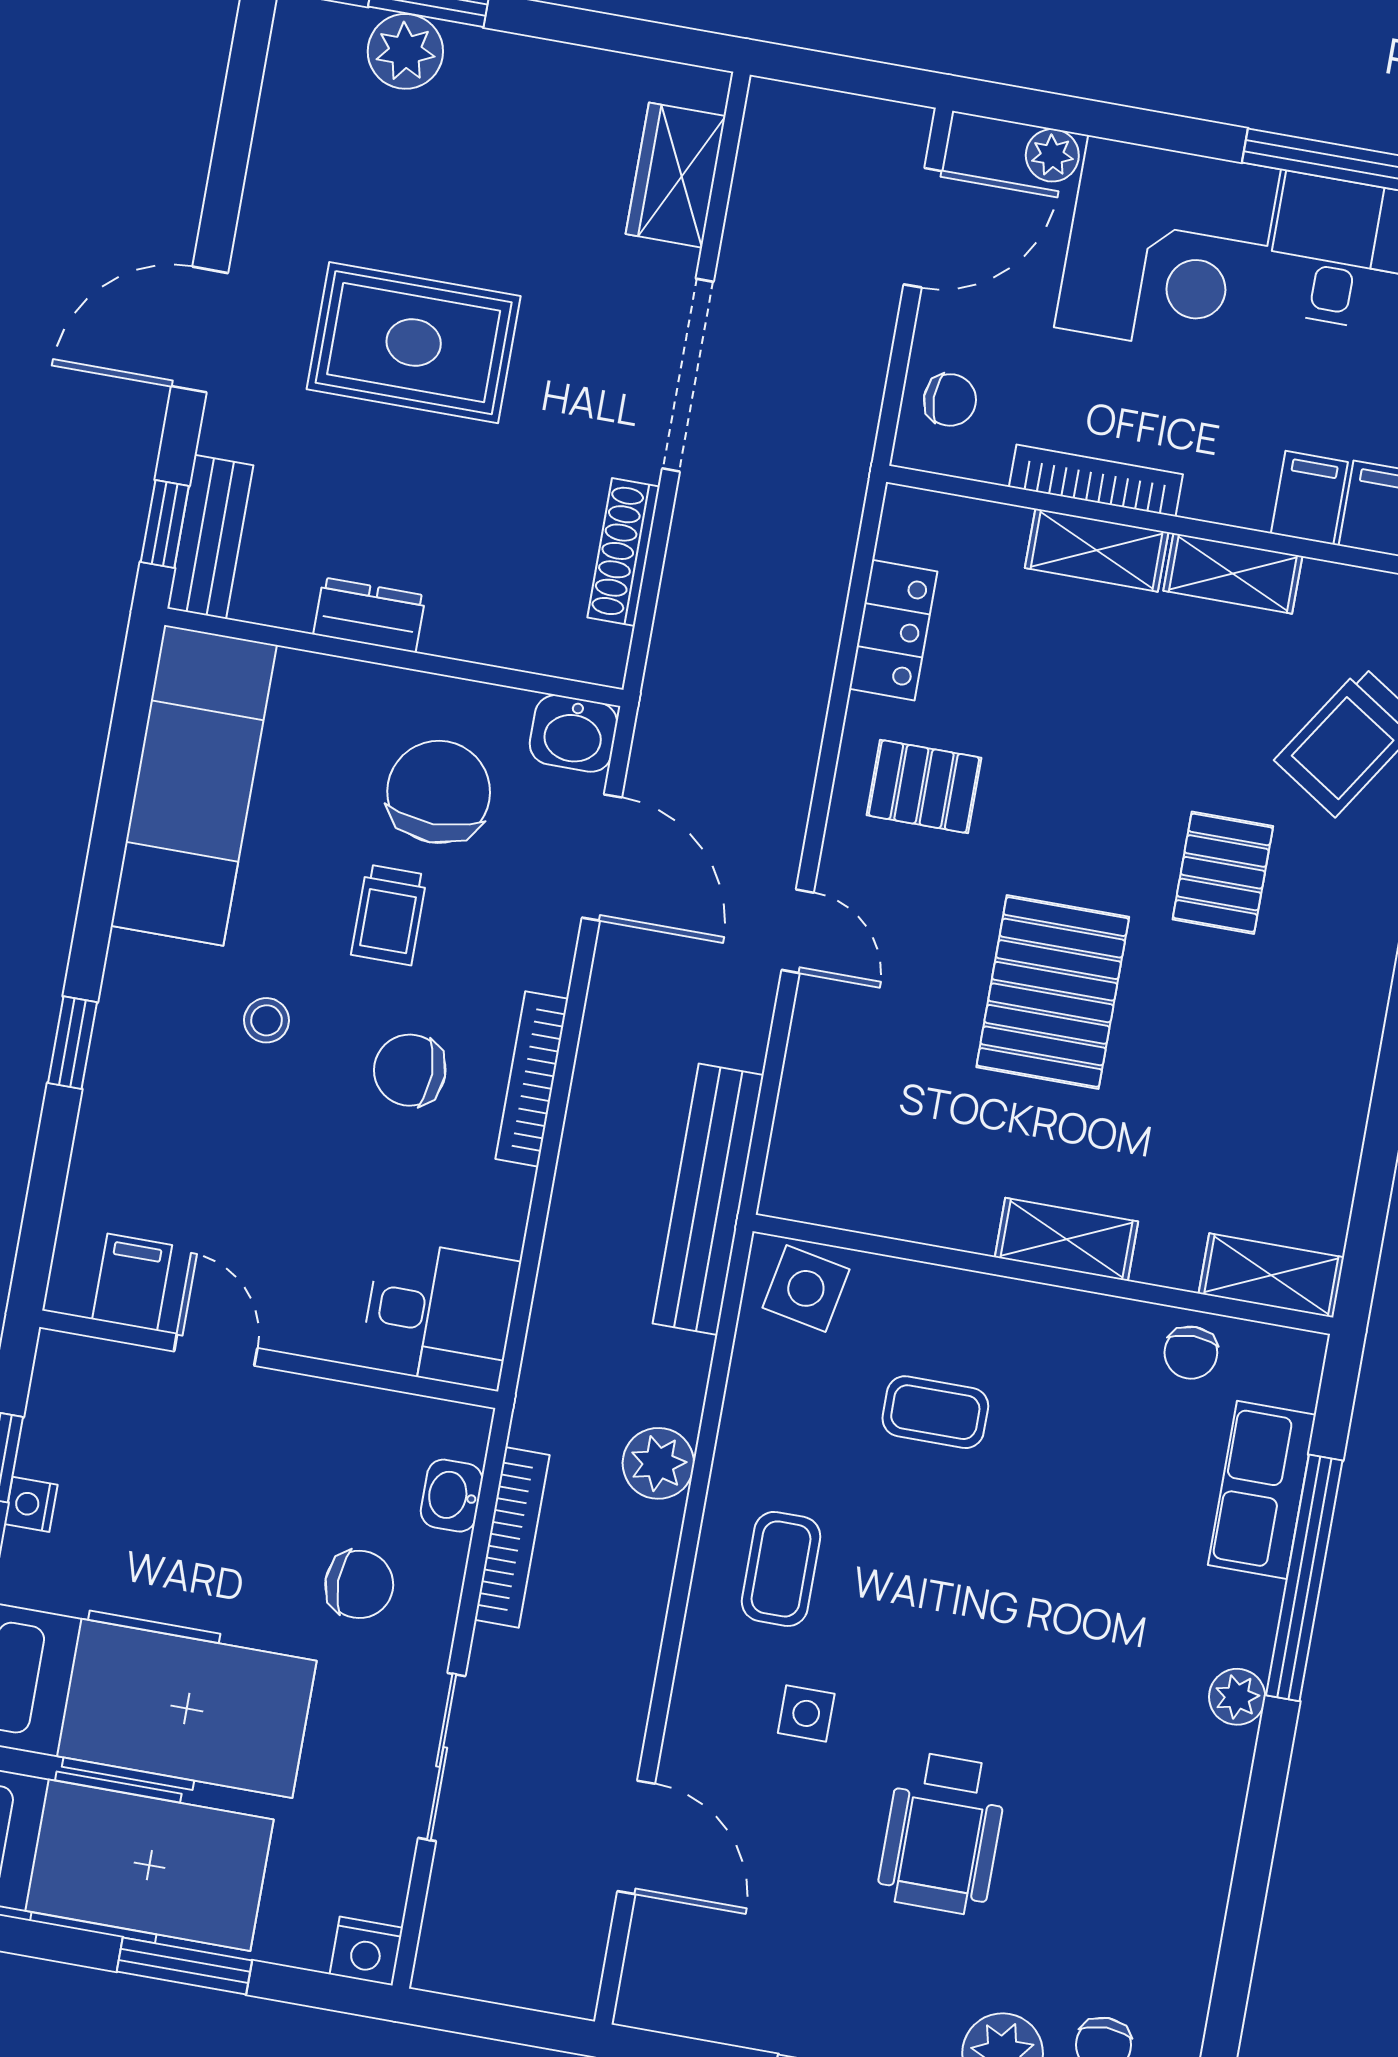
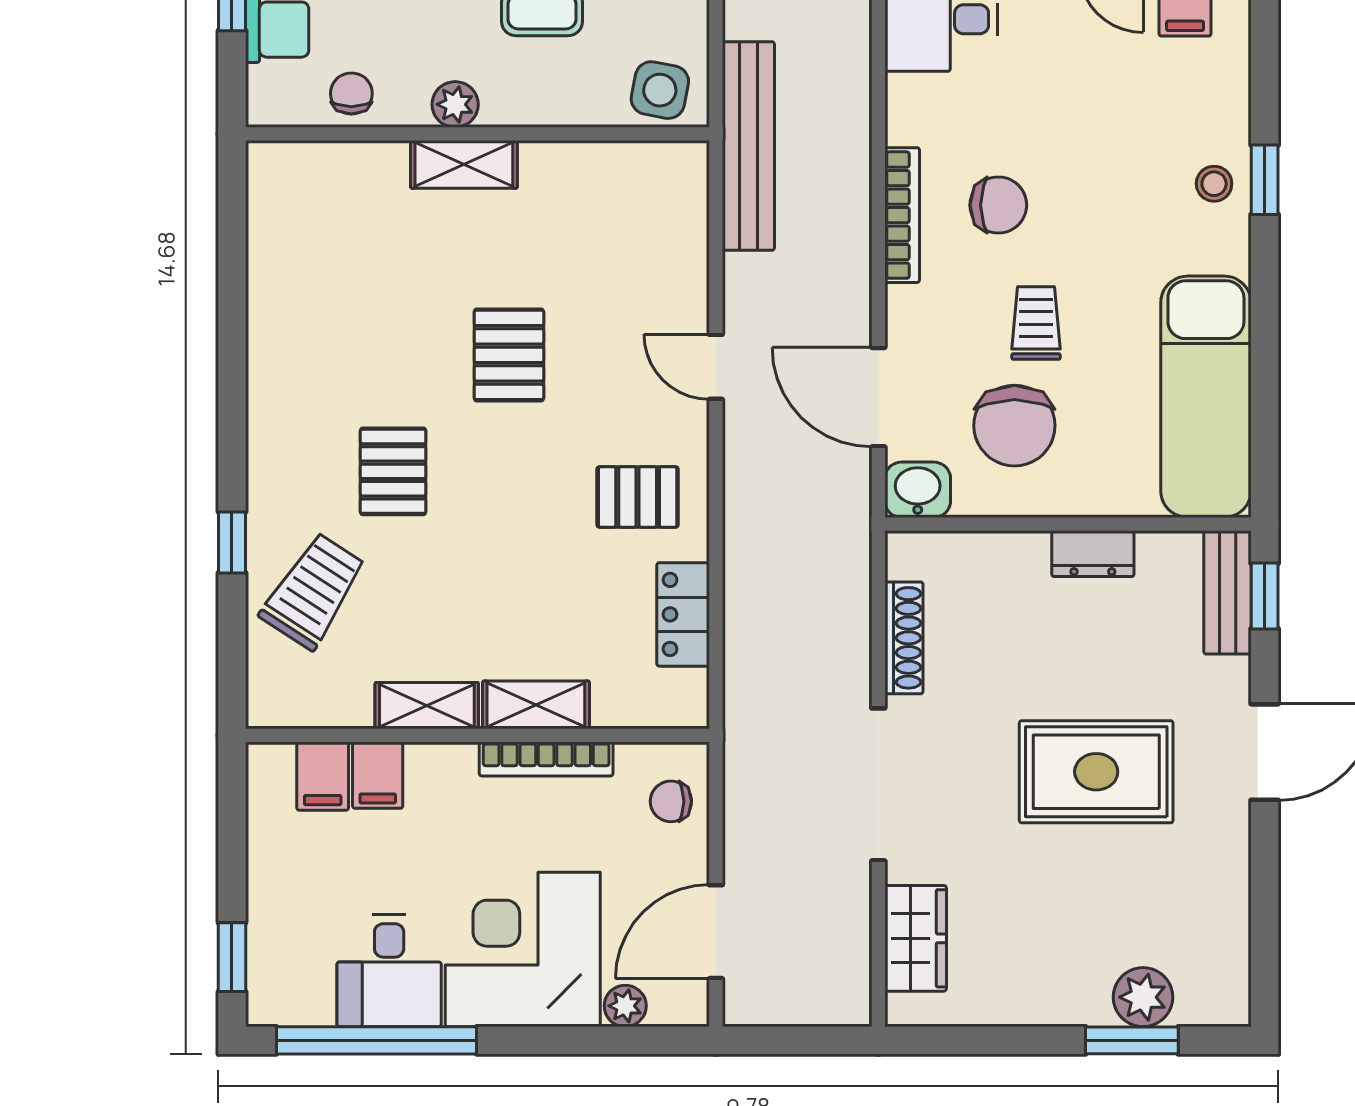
pallet: (1053, 992) -> (509, 355), width x0.67, depth x0.71
stool: (266, 1020) -> (1214, 184), moved
shelving: (1271, 1275) -> (300, 165), removed
plant: (1064, 1316) -> (455, 104), added

